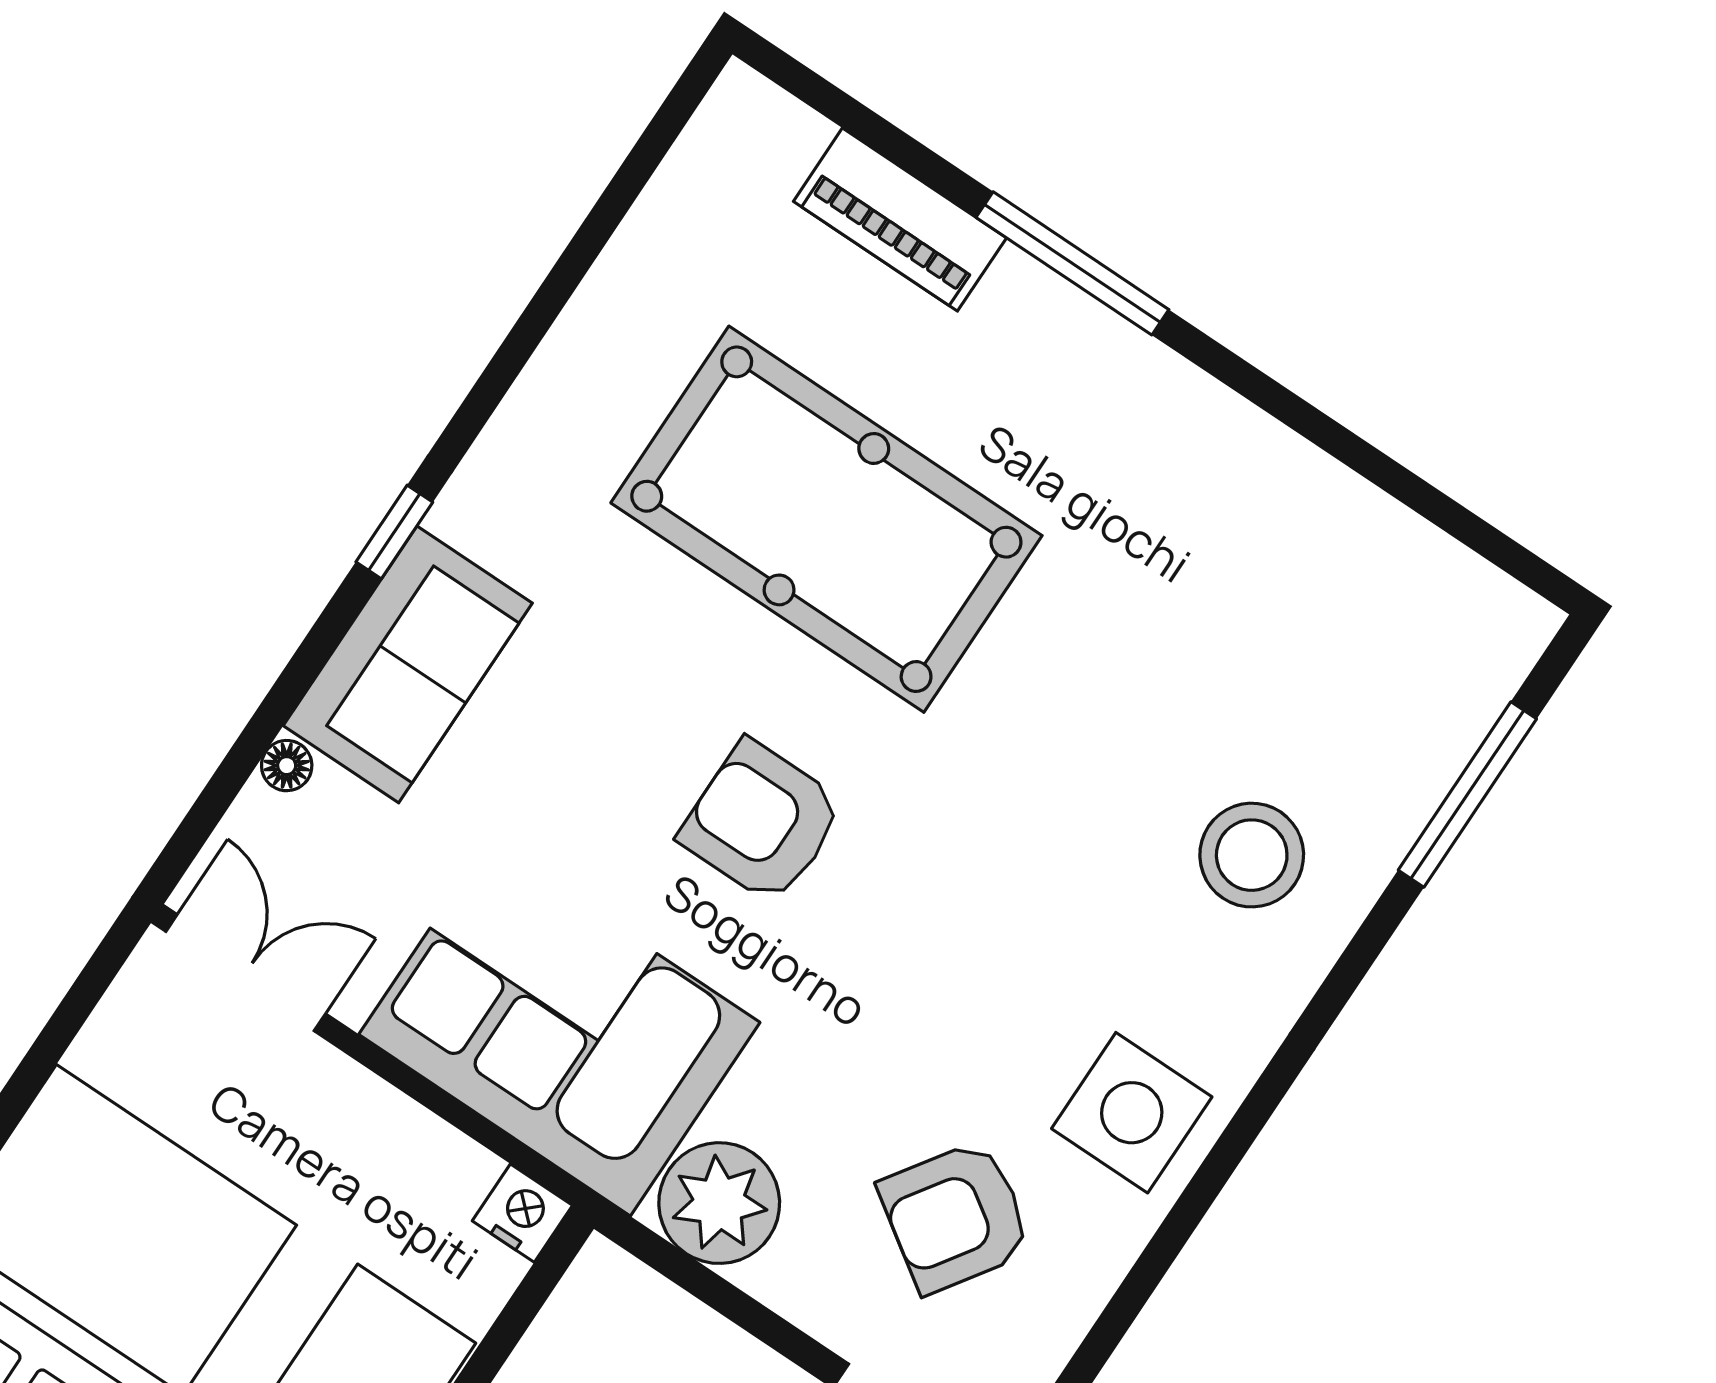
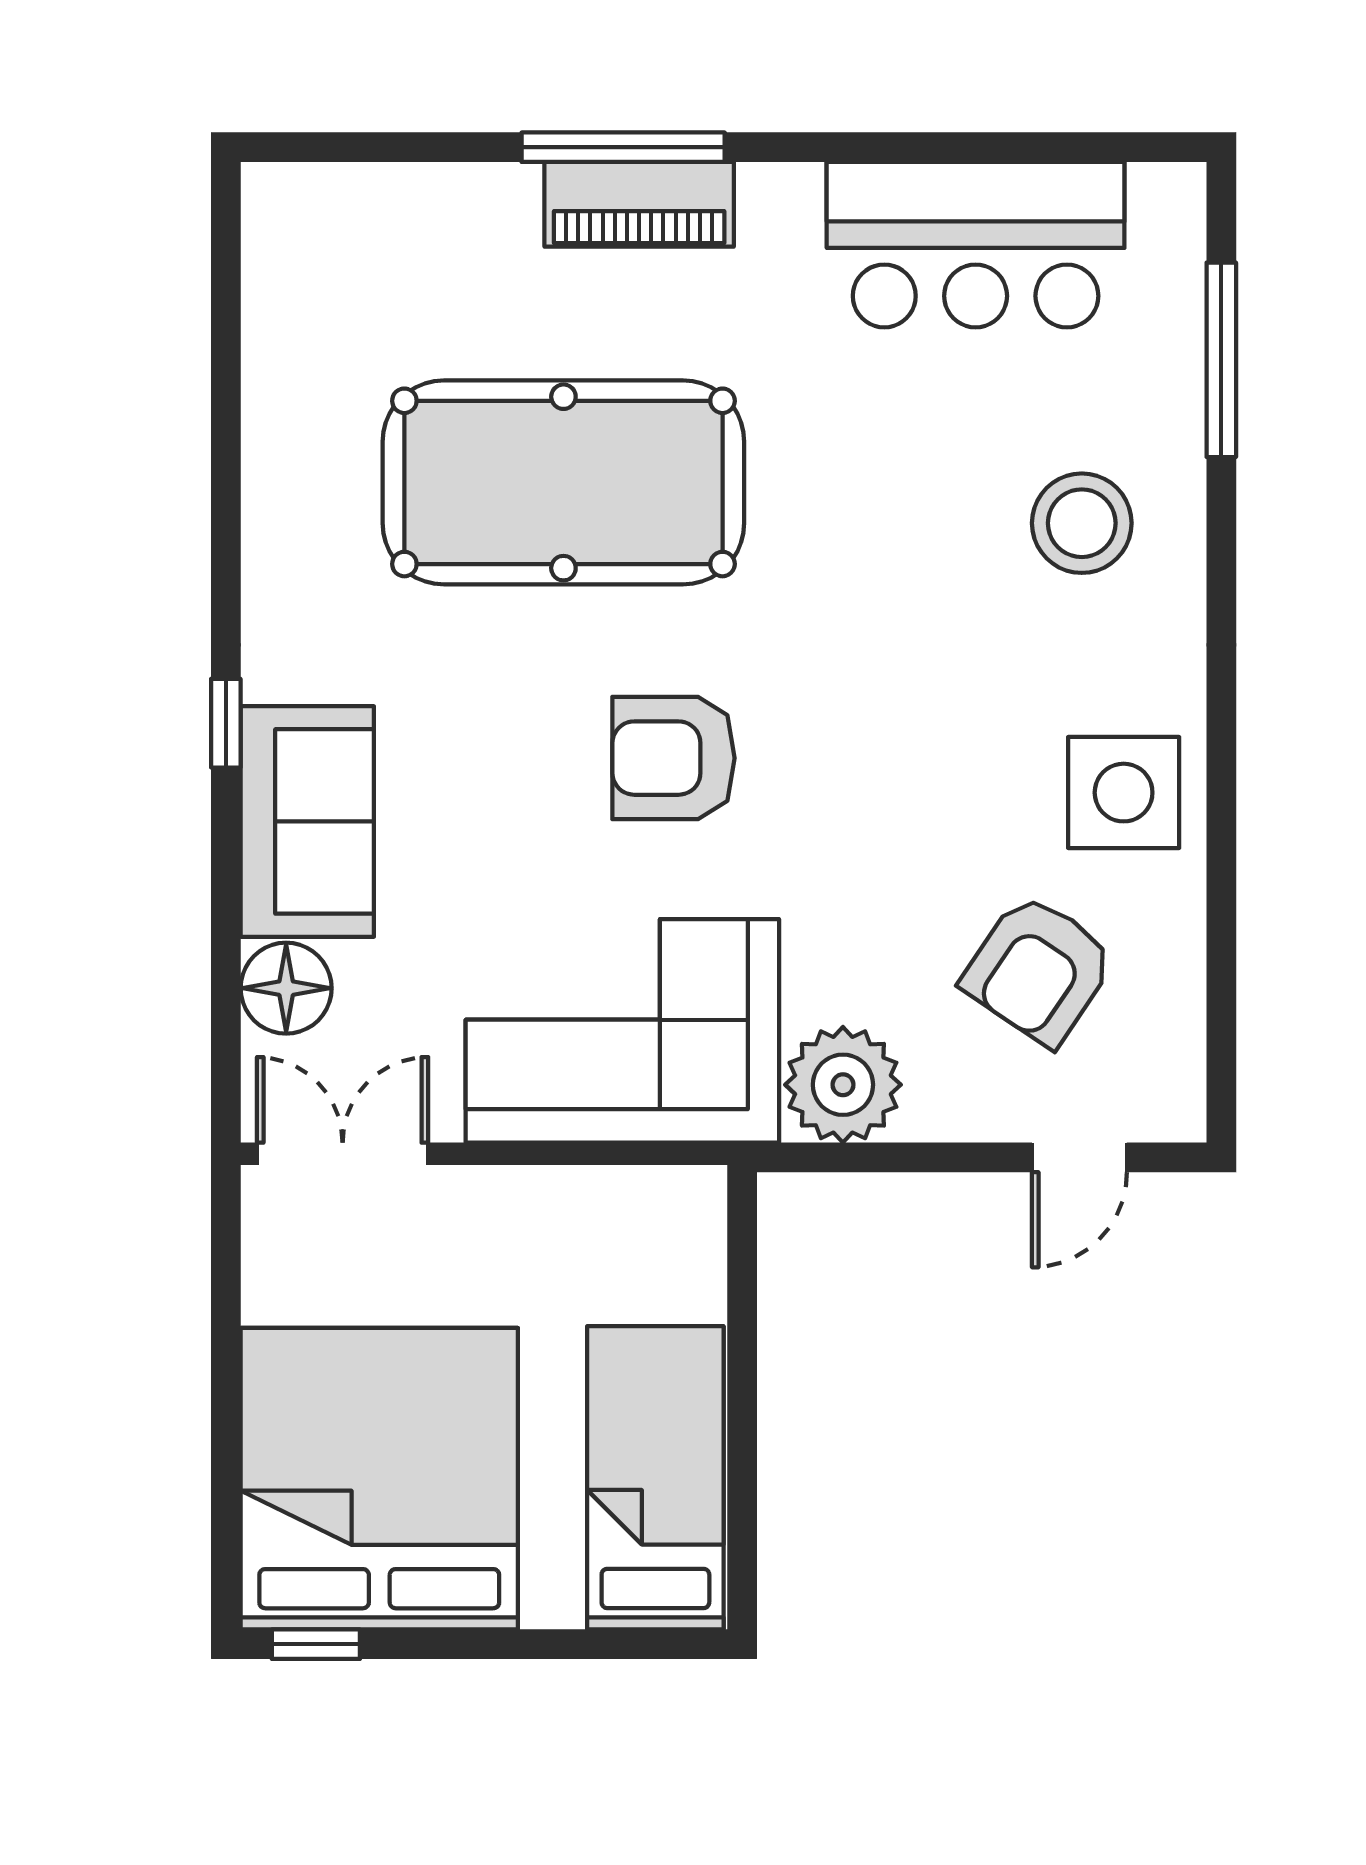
piano: (900, 220) -> (639, 204), moved
bar counter: (1321, 552) -> (976, 245), added
floor lamp: (287, 766) -> (286, 988), width x1.89, depth x1.89
nightstand: (522, 1213) -> (691, 1198), removed

